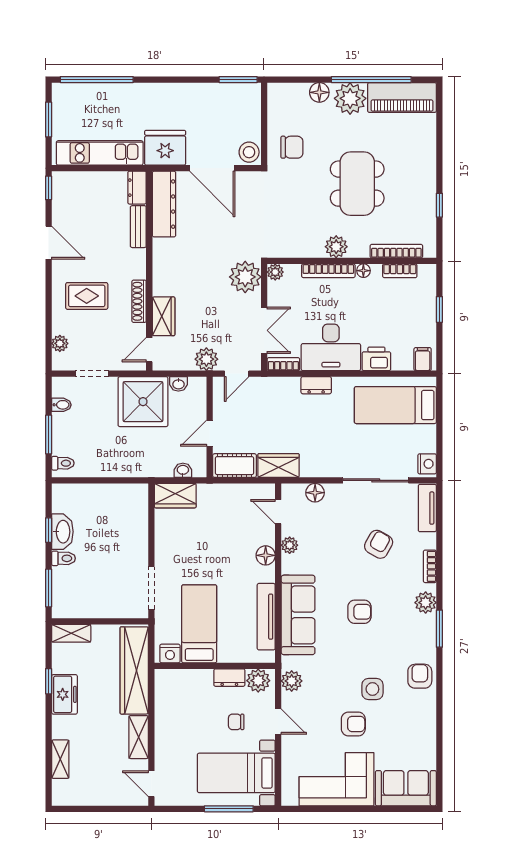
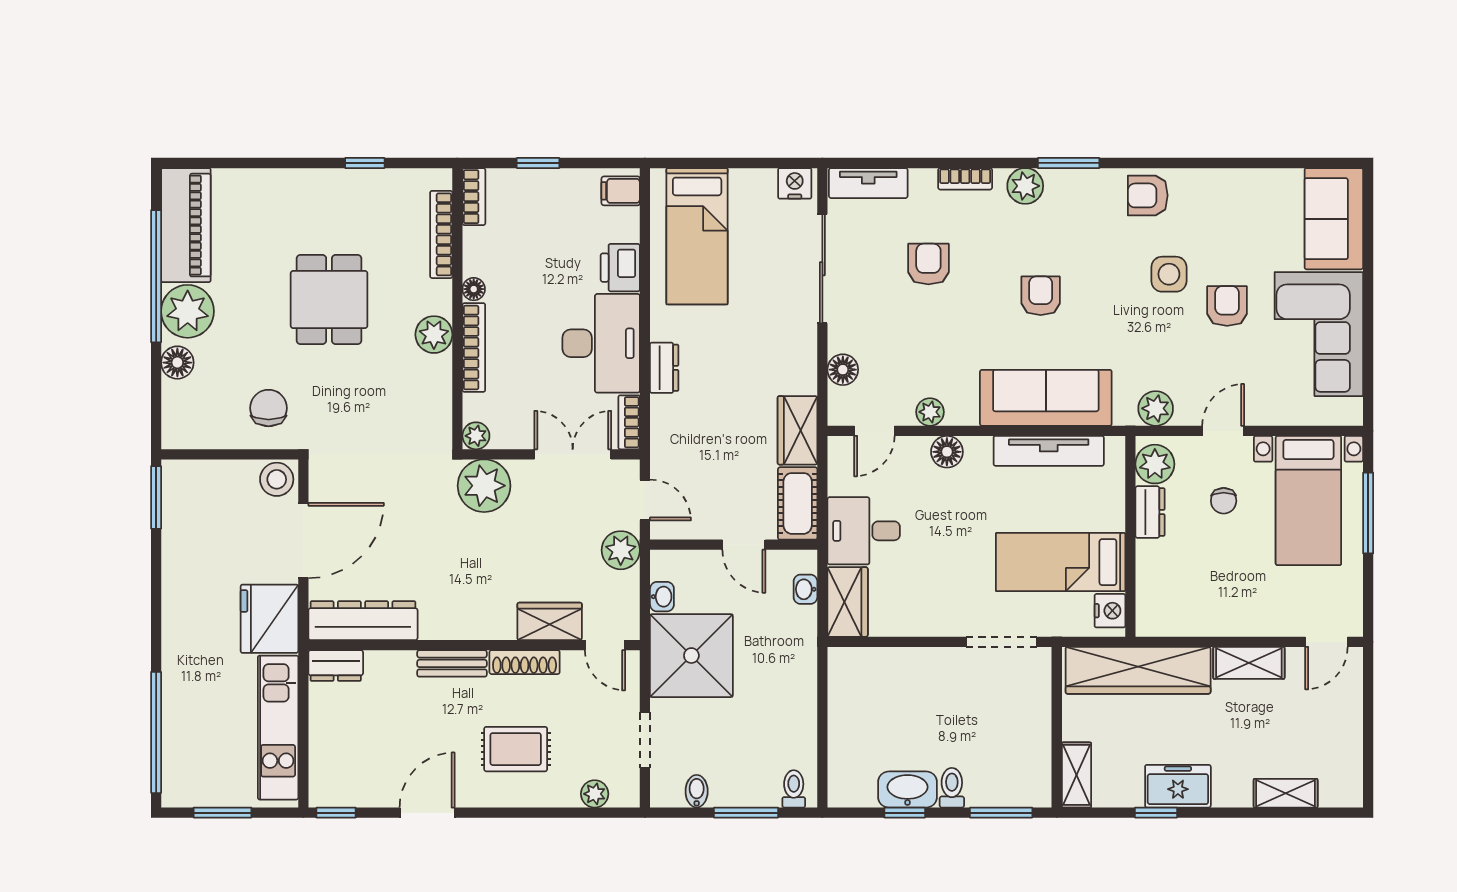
dining table: (357, 184) -> (329, 300), width x0.73
bench: (138, 227) -> (452, 663), moved
bookcase: (400, 271) -> (474, 197), moved
rug: (87, 296) -> (516, 749), turned 90
desk: (218, 505) -> (864, 531), added
armchair: (379, 544) -> (928, 264), turned 61

